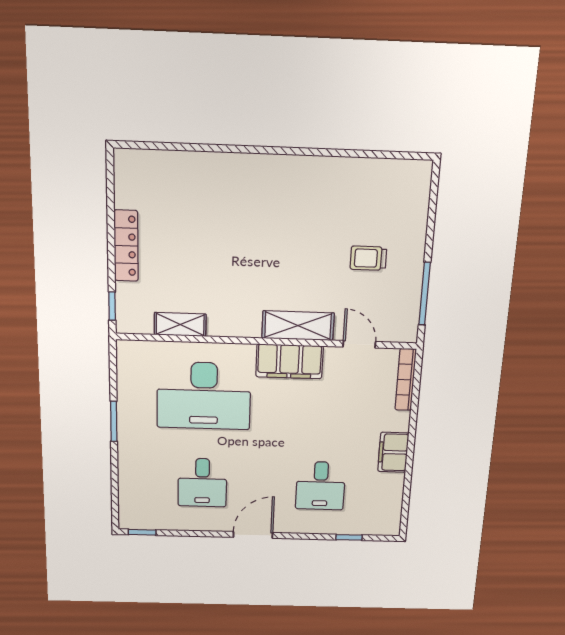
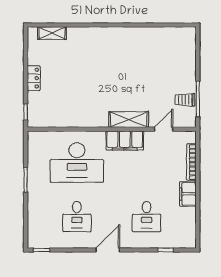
locker: (126, 246) -> (34, 78), width x0.66
trolley: (368, 258) -> (185, 100), moved
shelving: (180, 324) -> (52, 33), moved
door: (359, 344) -> (164, 129), hinge flipped
bookcase: (406, 380) -> (191, 162), moved

